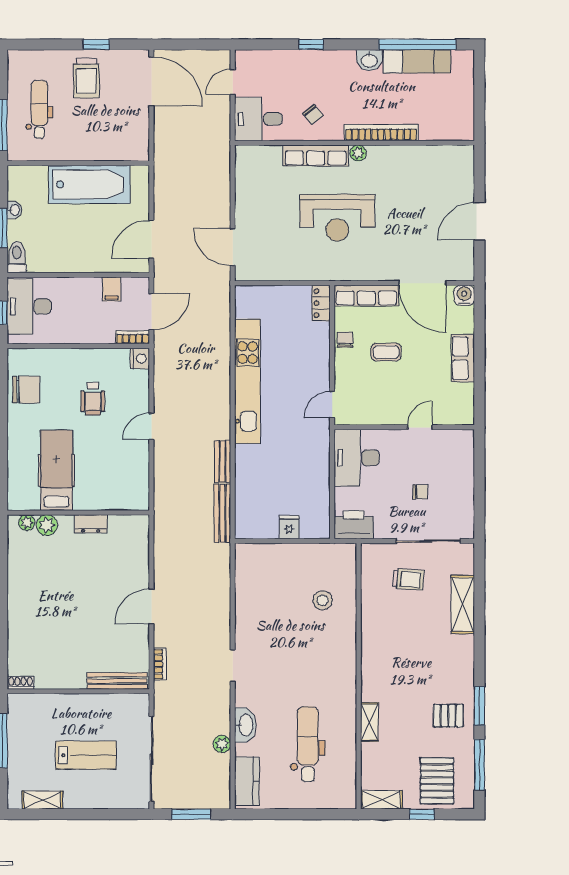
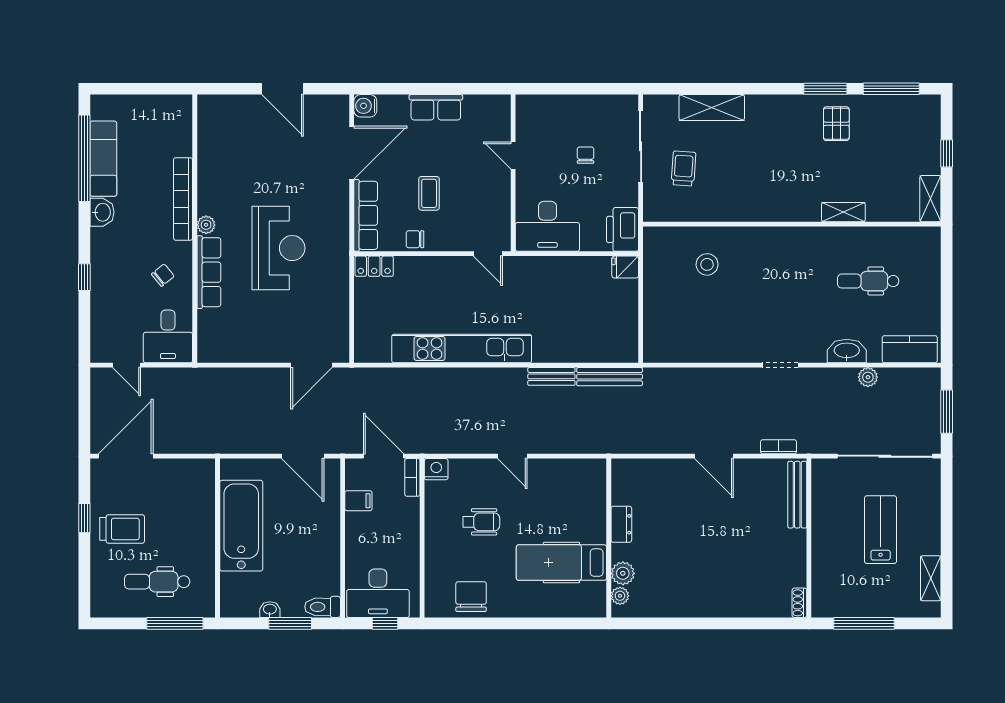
fridge: (289, 527) -> (625, 267), moved
dental chair: (308, 744) -> (868, 281), width x0.73, depth x0.72
pallet: (437, 781) -> (909, 136), removed

